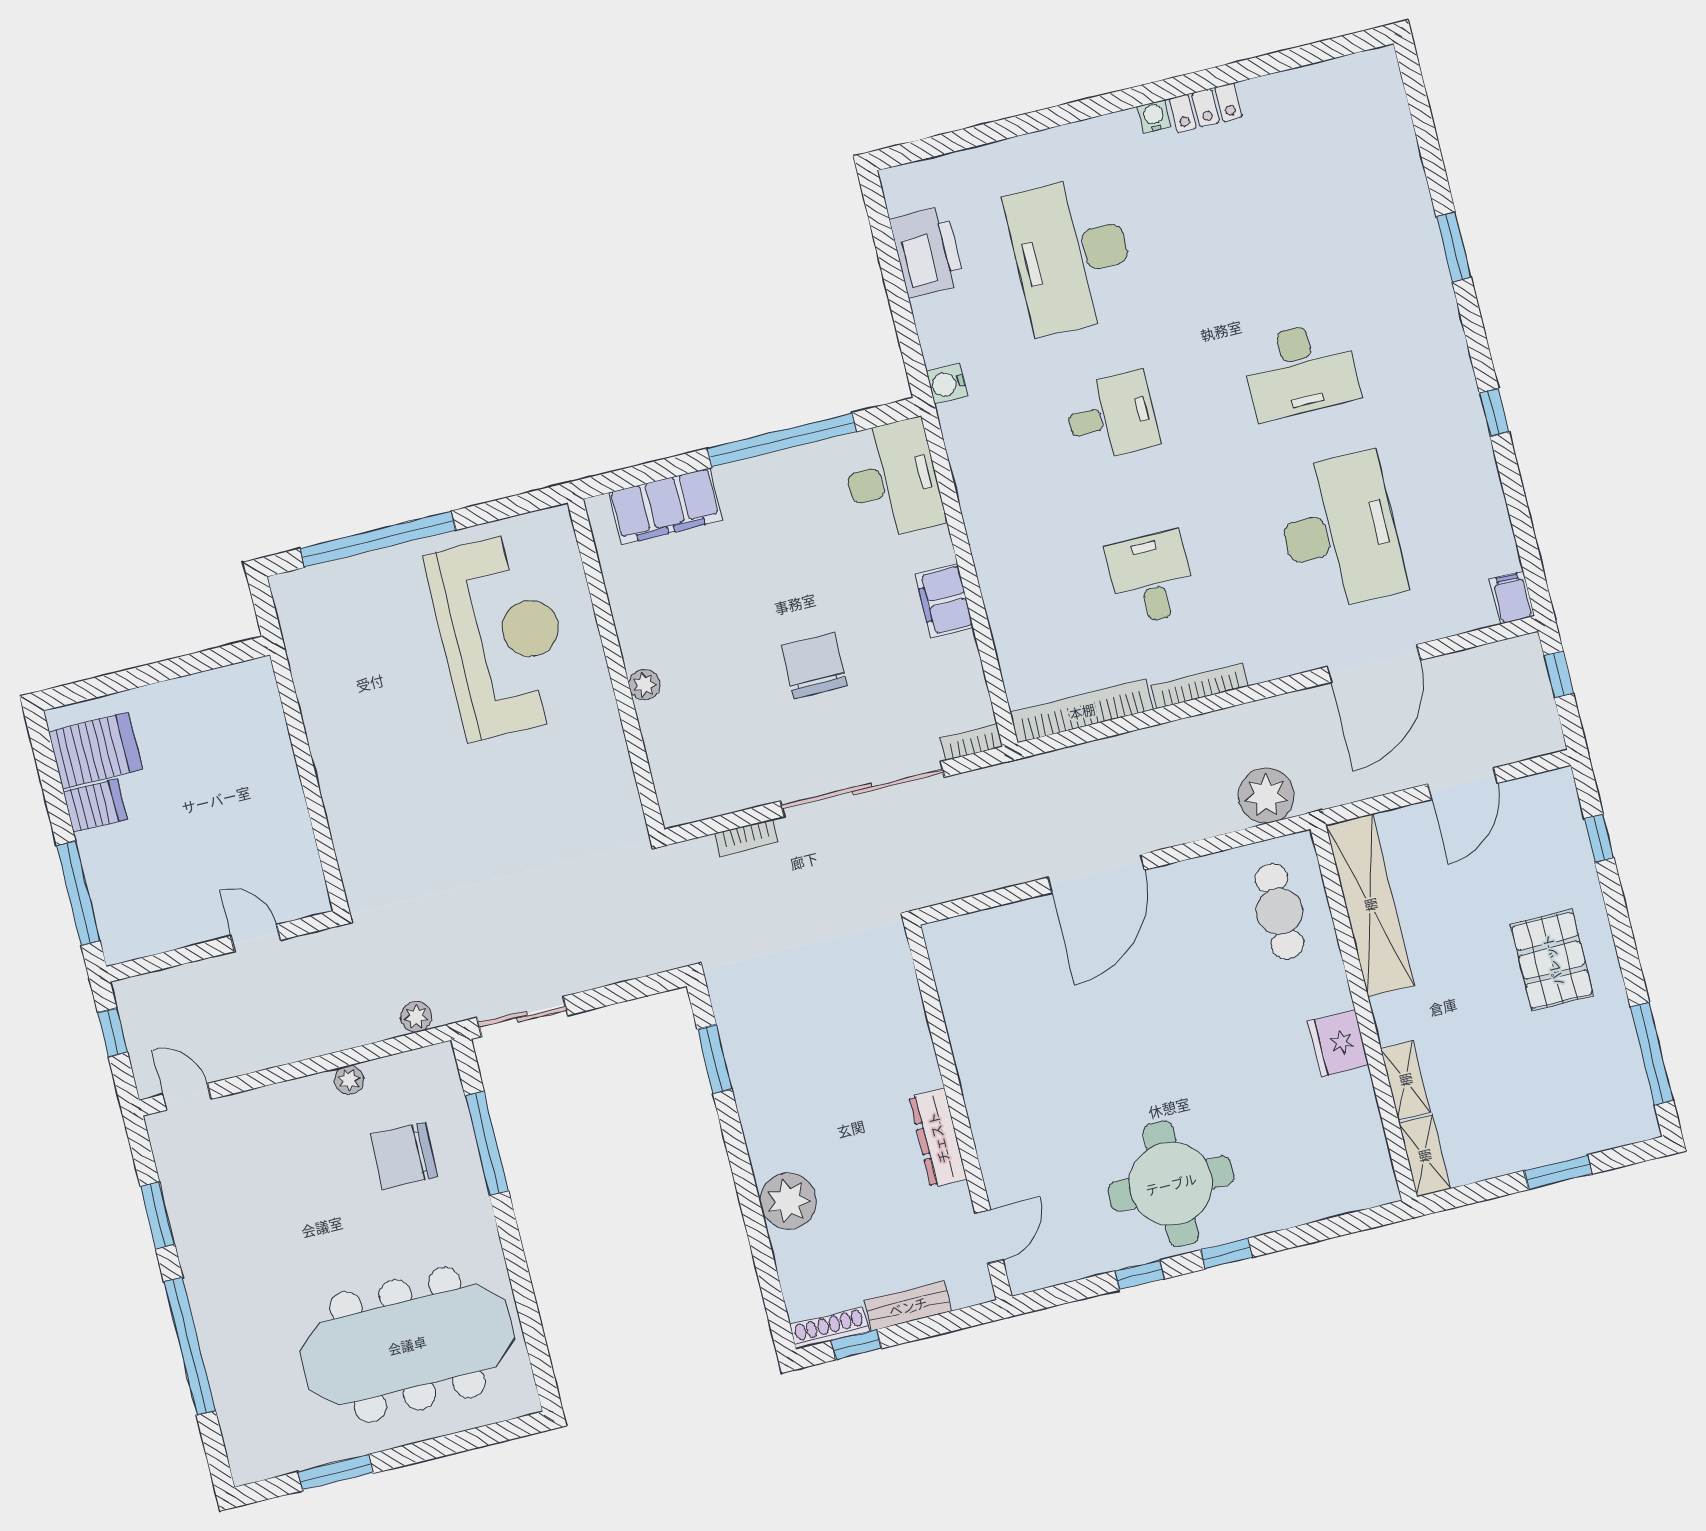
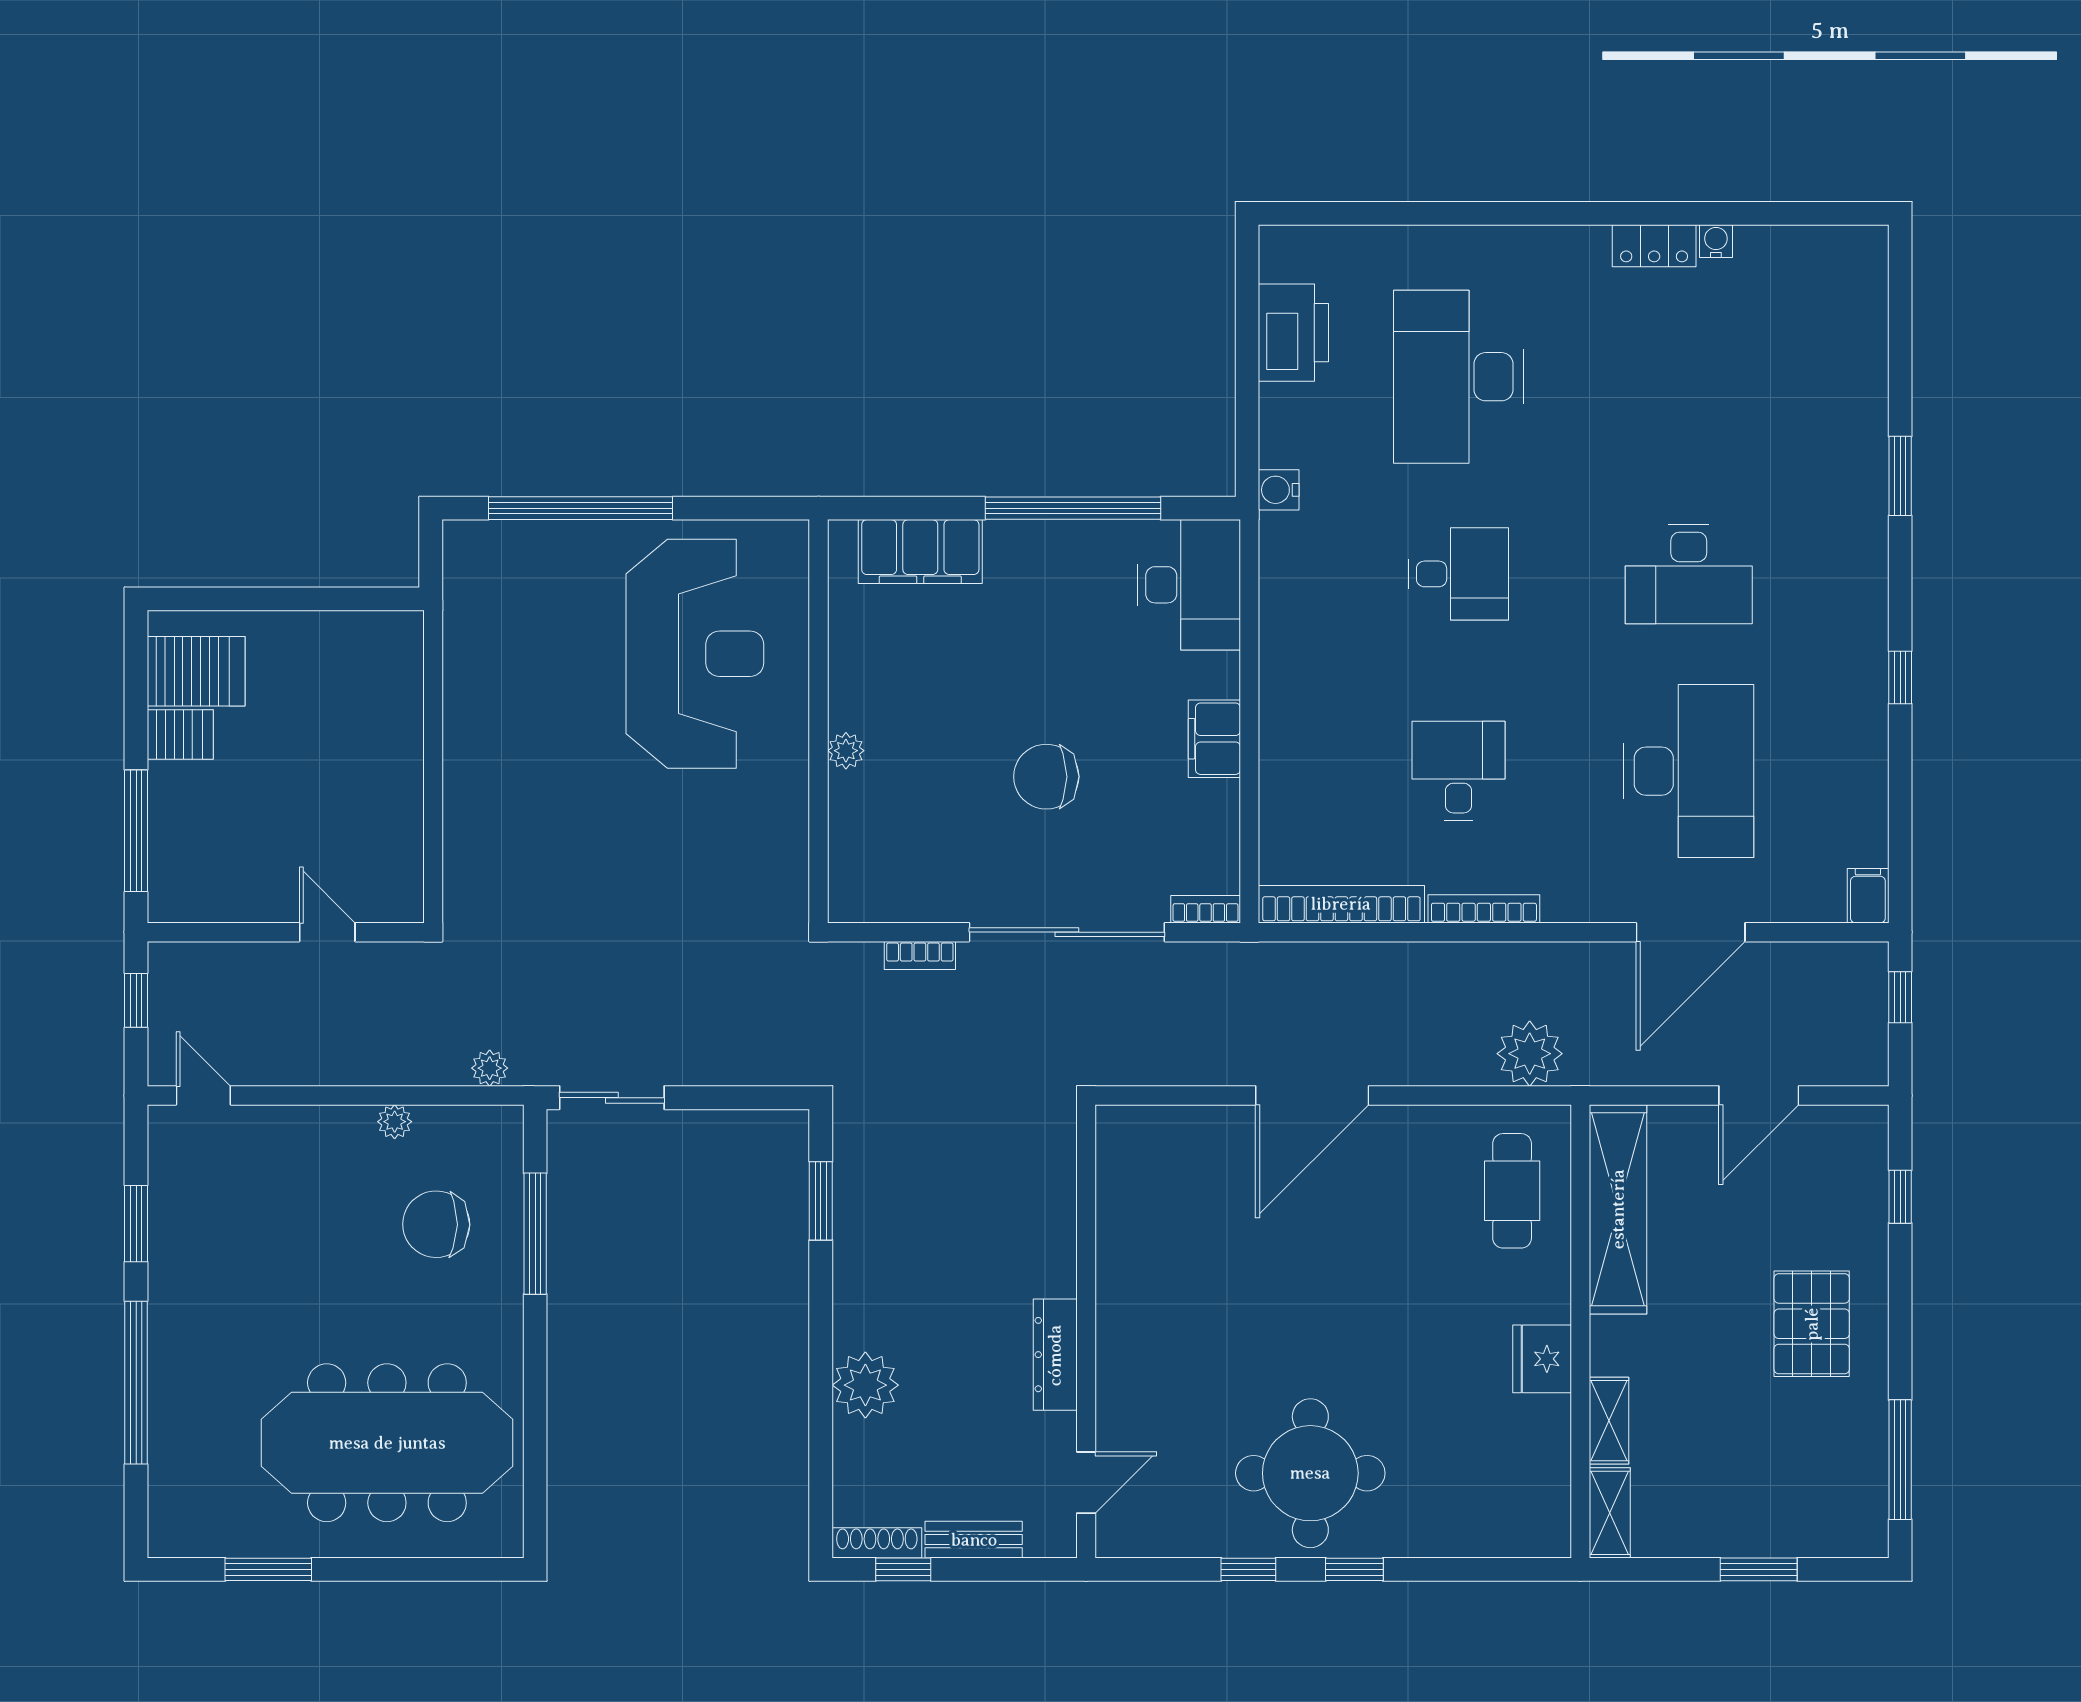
water cooler: (1154, 116) -> (1716, 241), moved
chair: (814, 666) -> (1046, 777), turned -90

